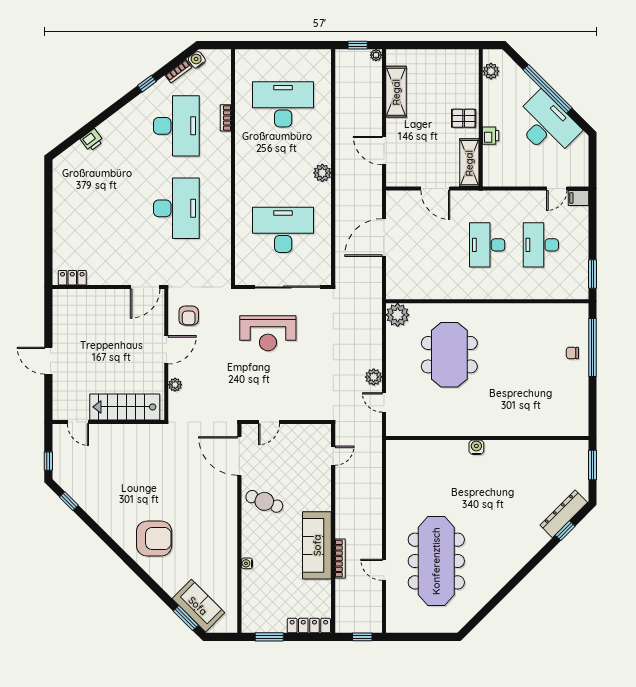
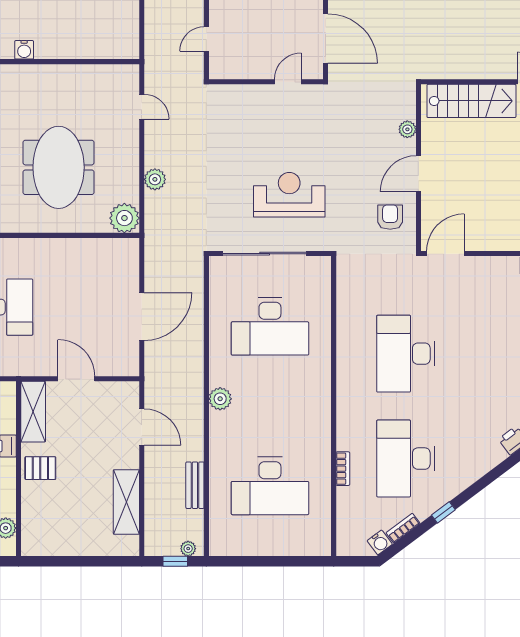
plant: (376, 55) -> (188, 549), moved
bench: (342, 105) -> (195, 485), added
plant: (374, 377) -> (155, 179), moved

